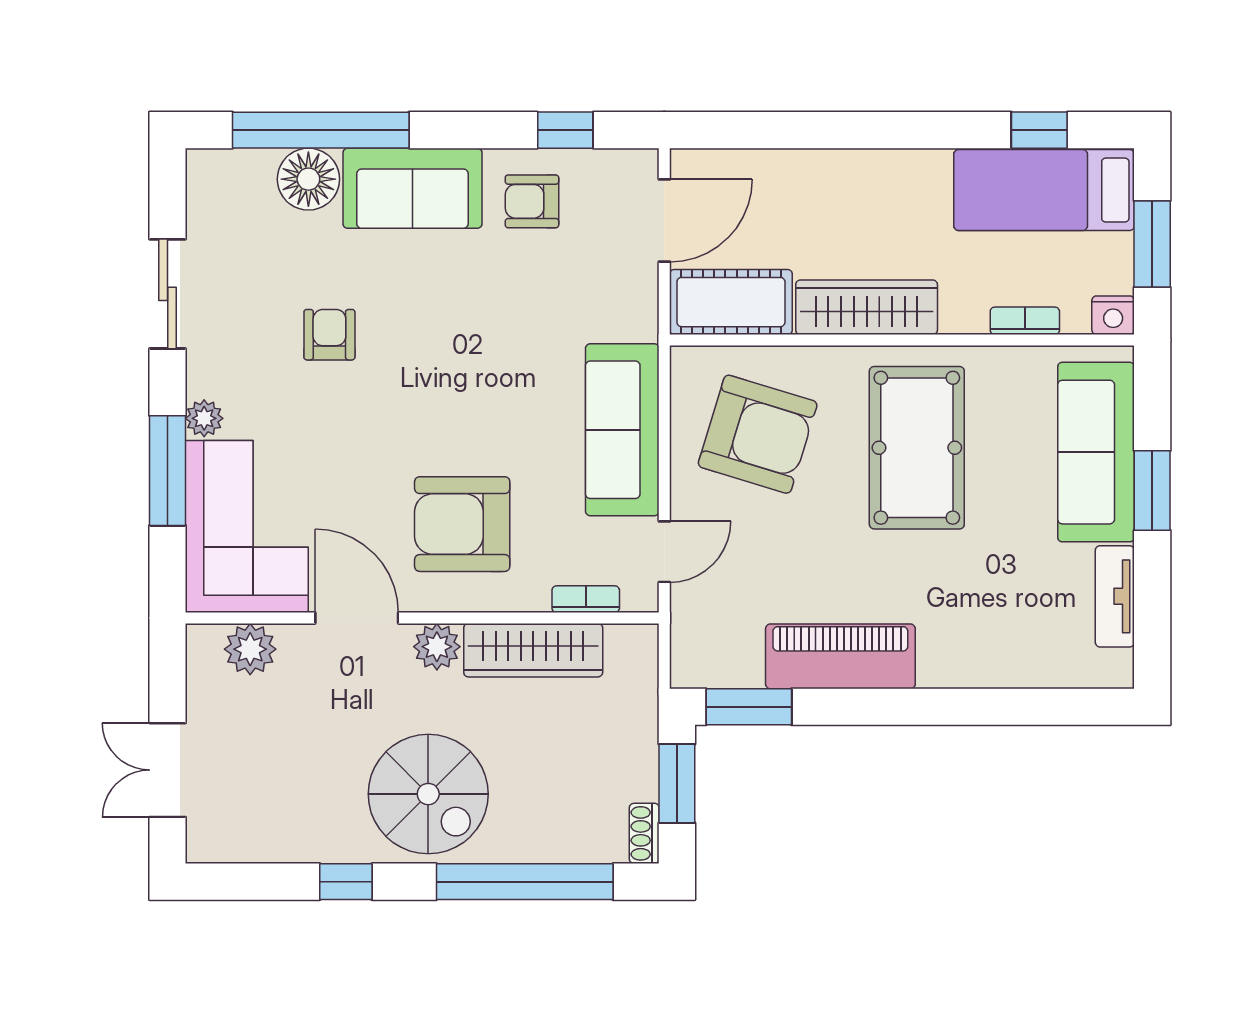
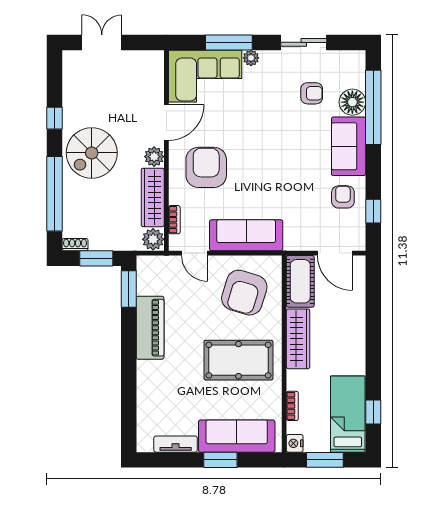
armchair: (329, 335) -> (312, 93), moved
plant: (250, 649) -> (153, 239), moved

